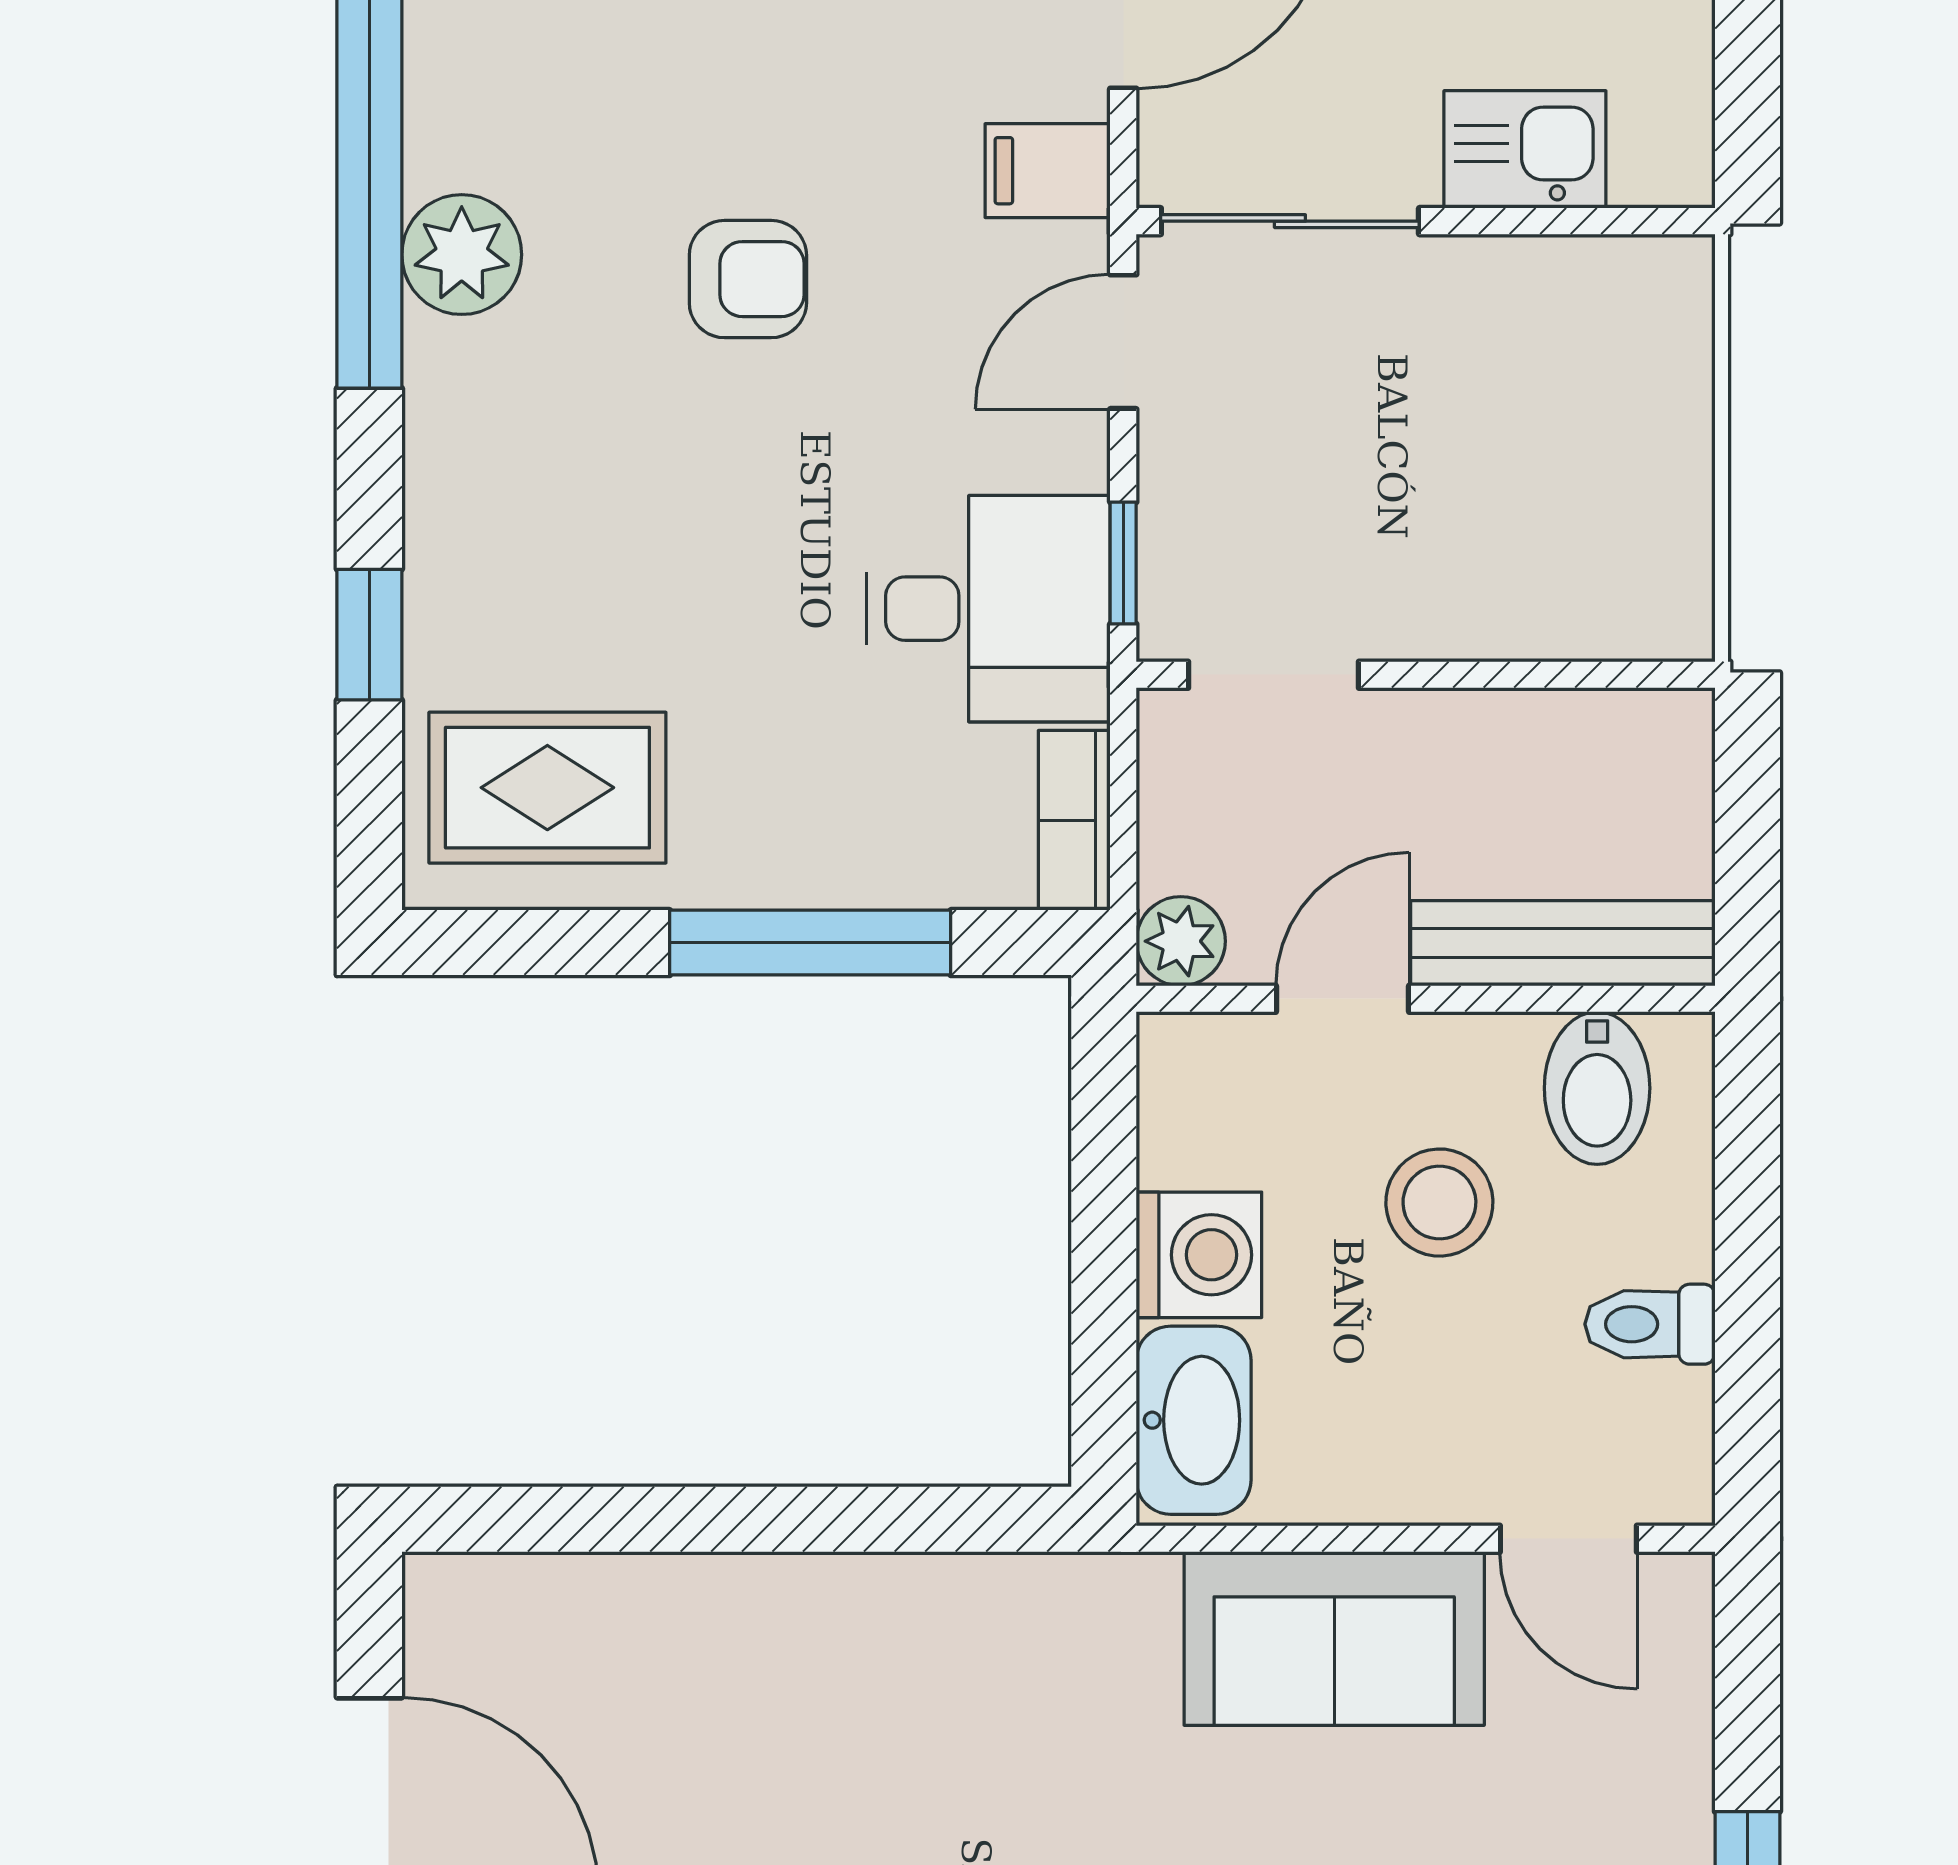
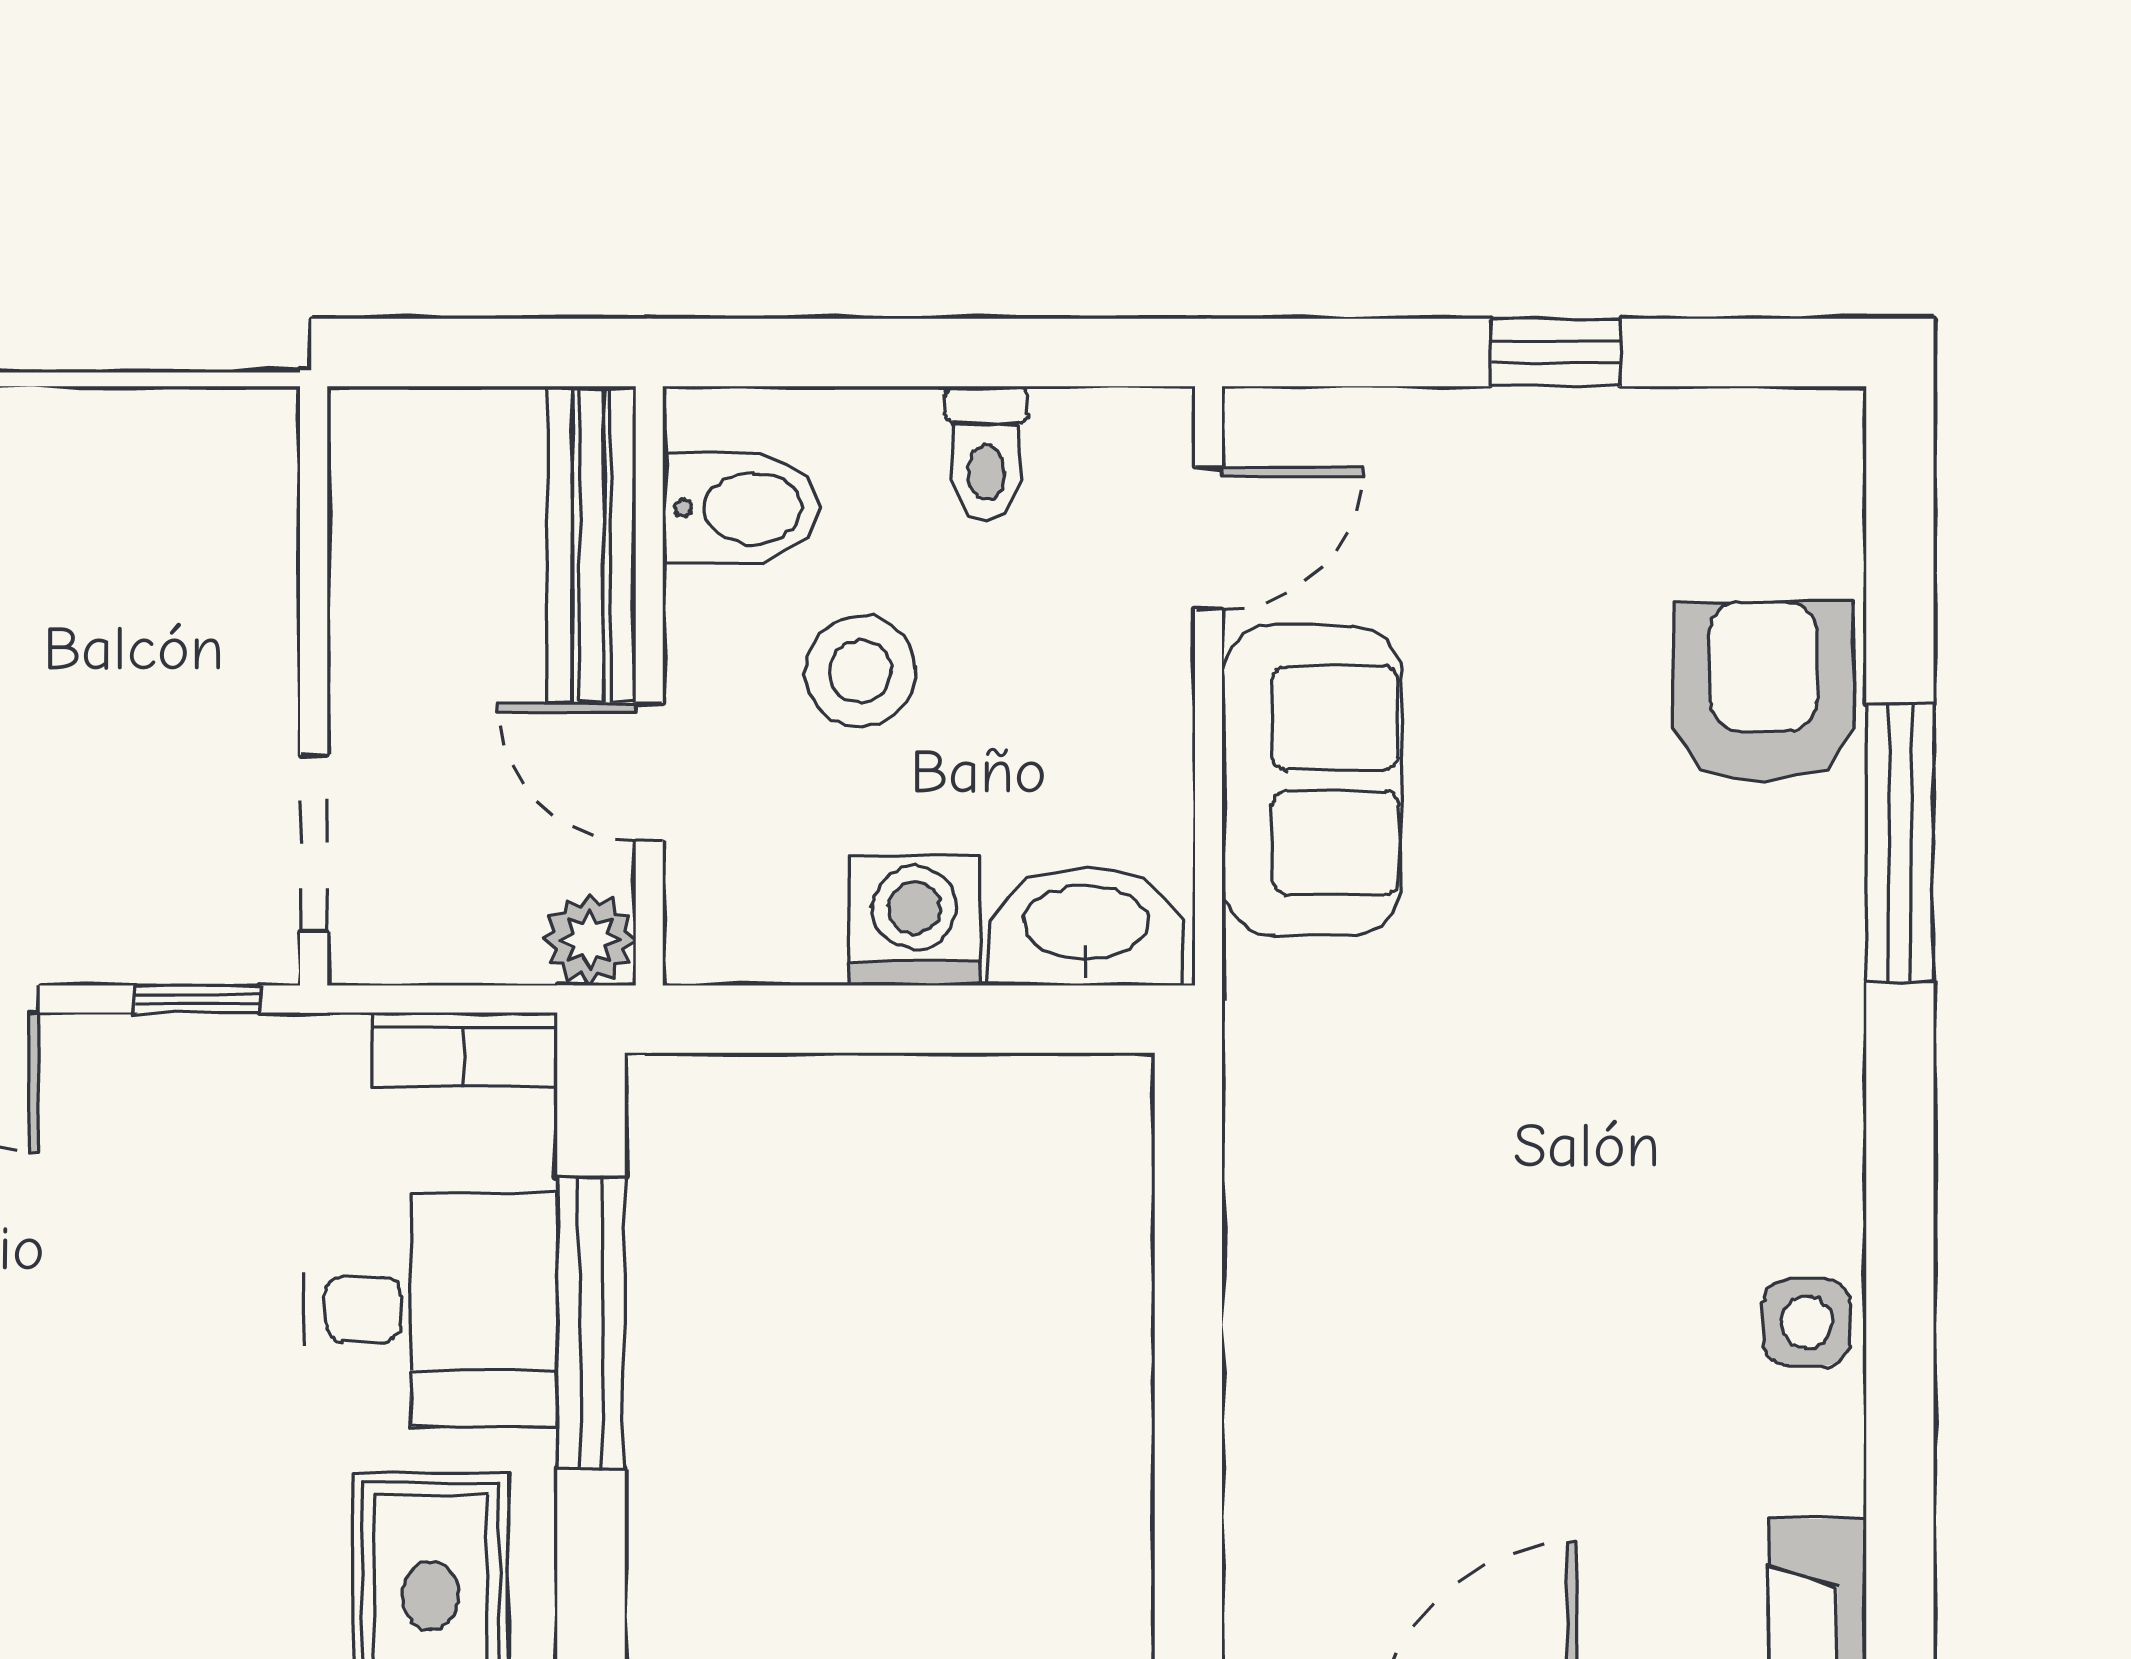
desk: (988, 609) -> (431, 1309), moved, turned 90

